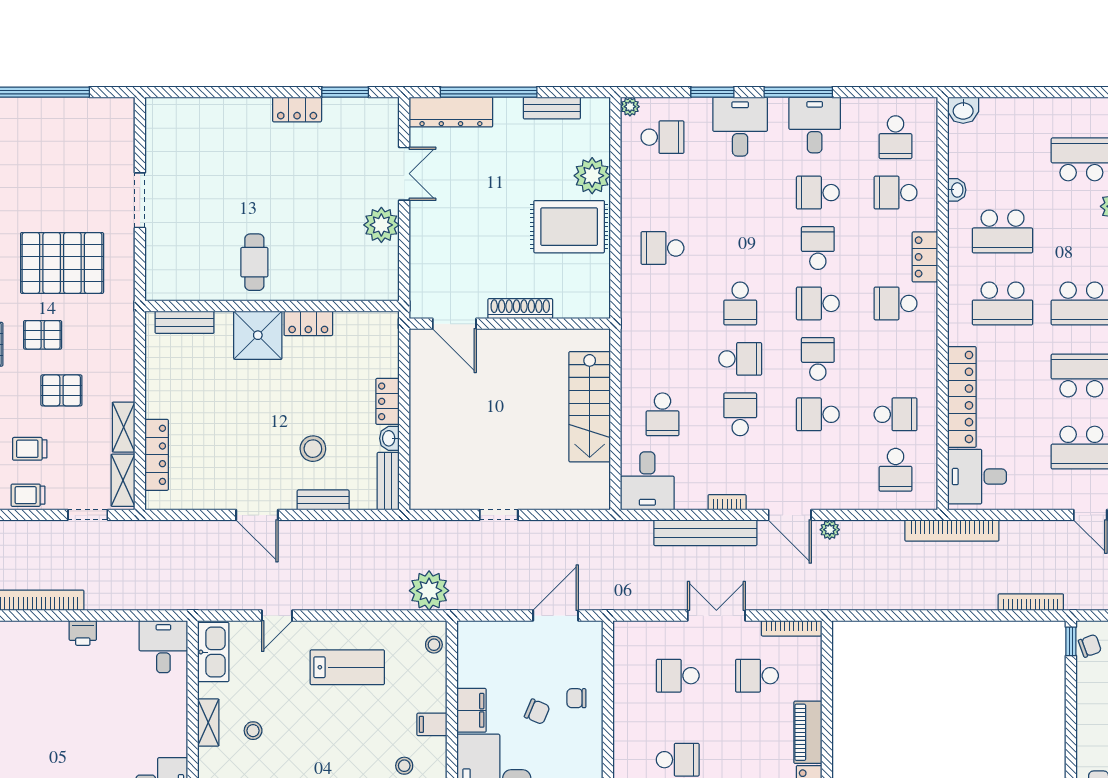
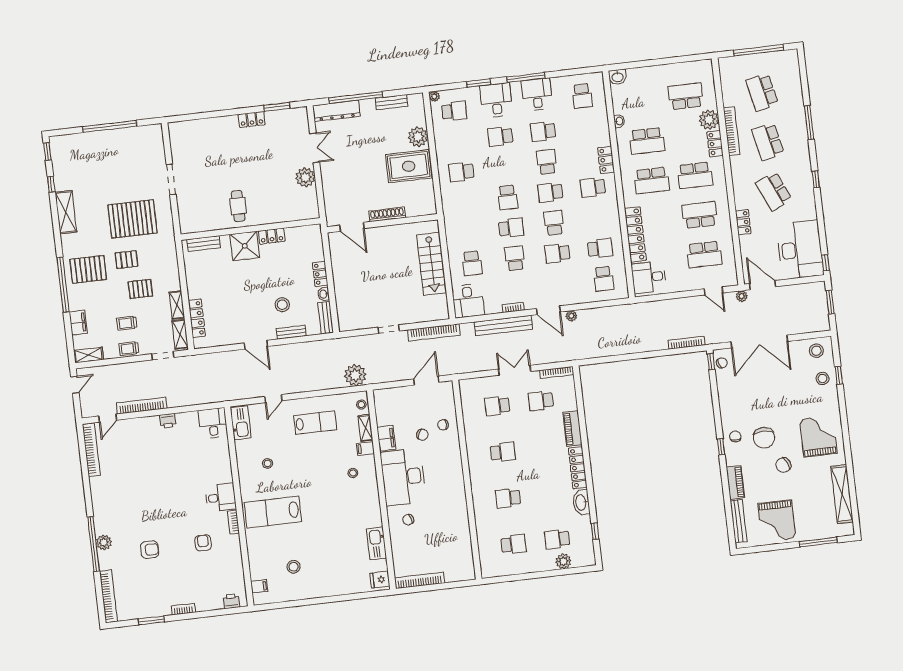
school desk: (896, 193) -> (500, 136), moved
bookcase: (952, 531) -> (434, 332), moved
shelving: (208, 723) -> (365, 428), moved

